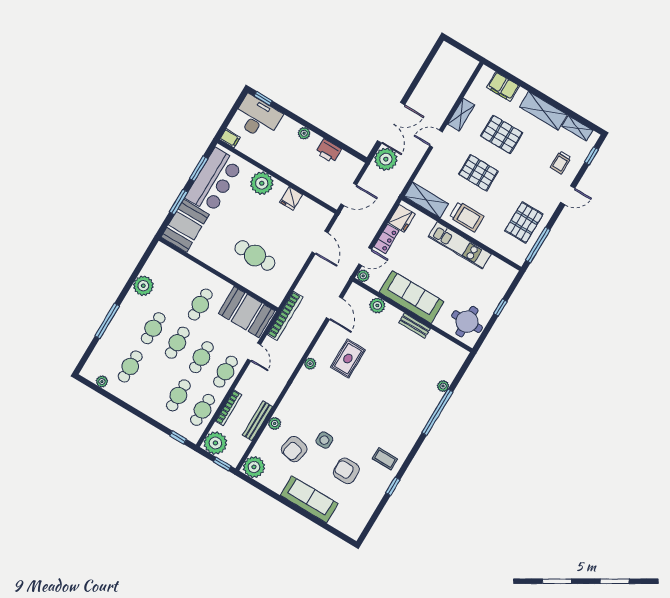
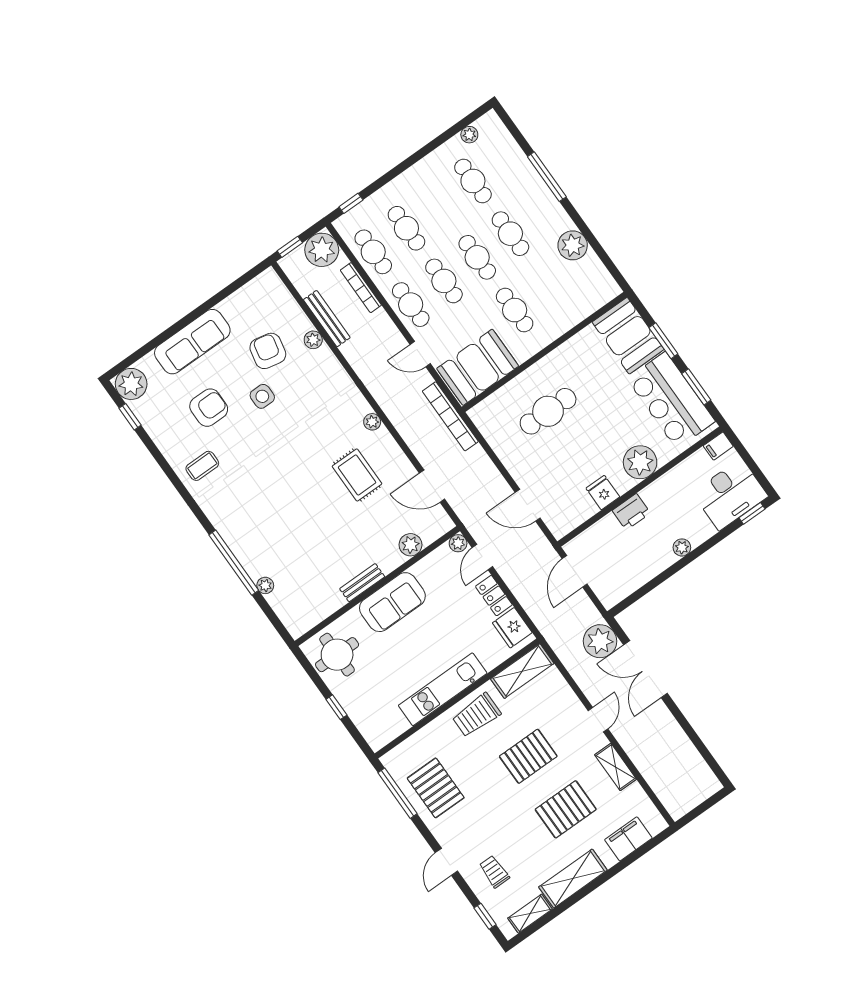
printer: (329, 151) -> (631, 512), moved, turned 180
sofa: (412, 297) -> (392, 602), width x0.73
plant: (254, 467) -> (131, 384), moved
window: (393, 486) -> (130, 417), moved

